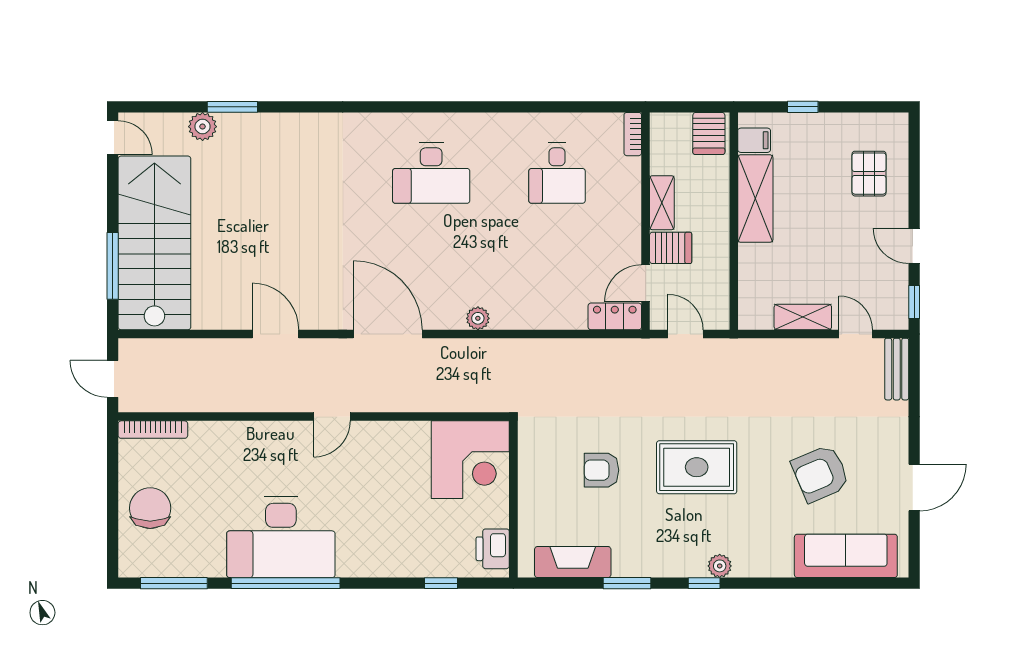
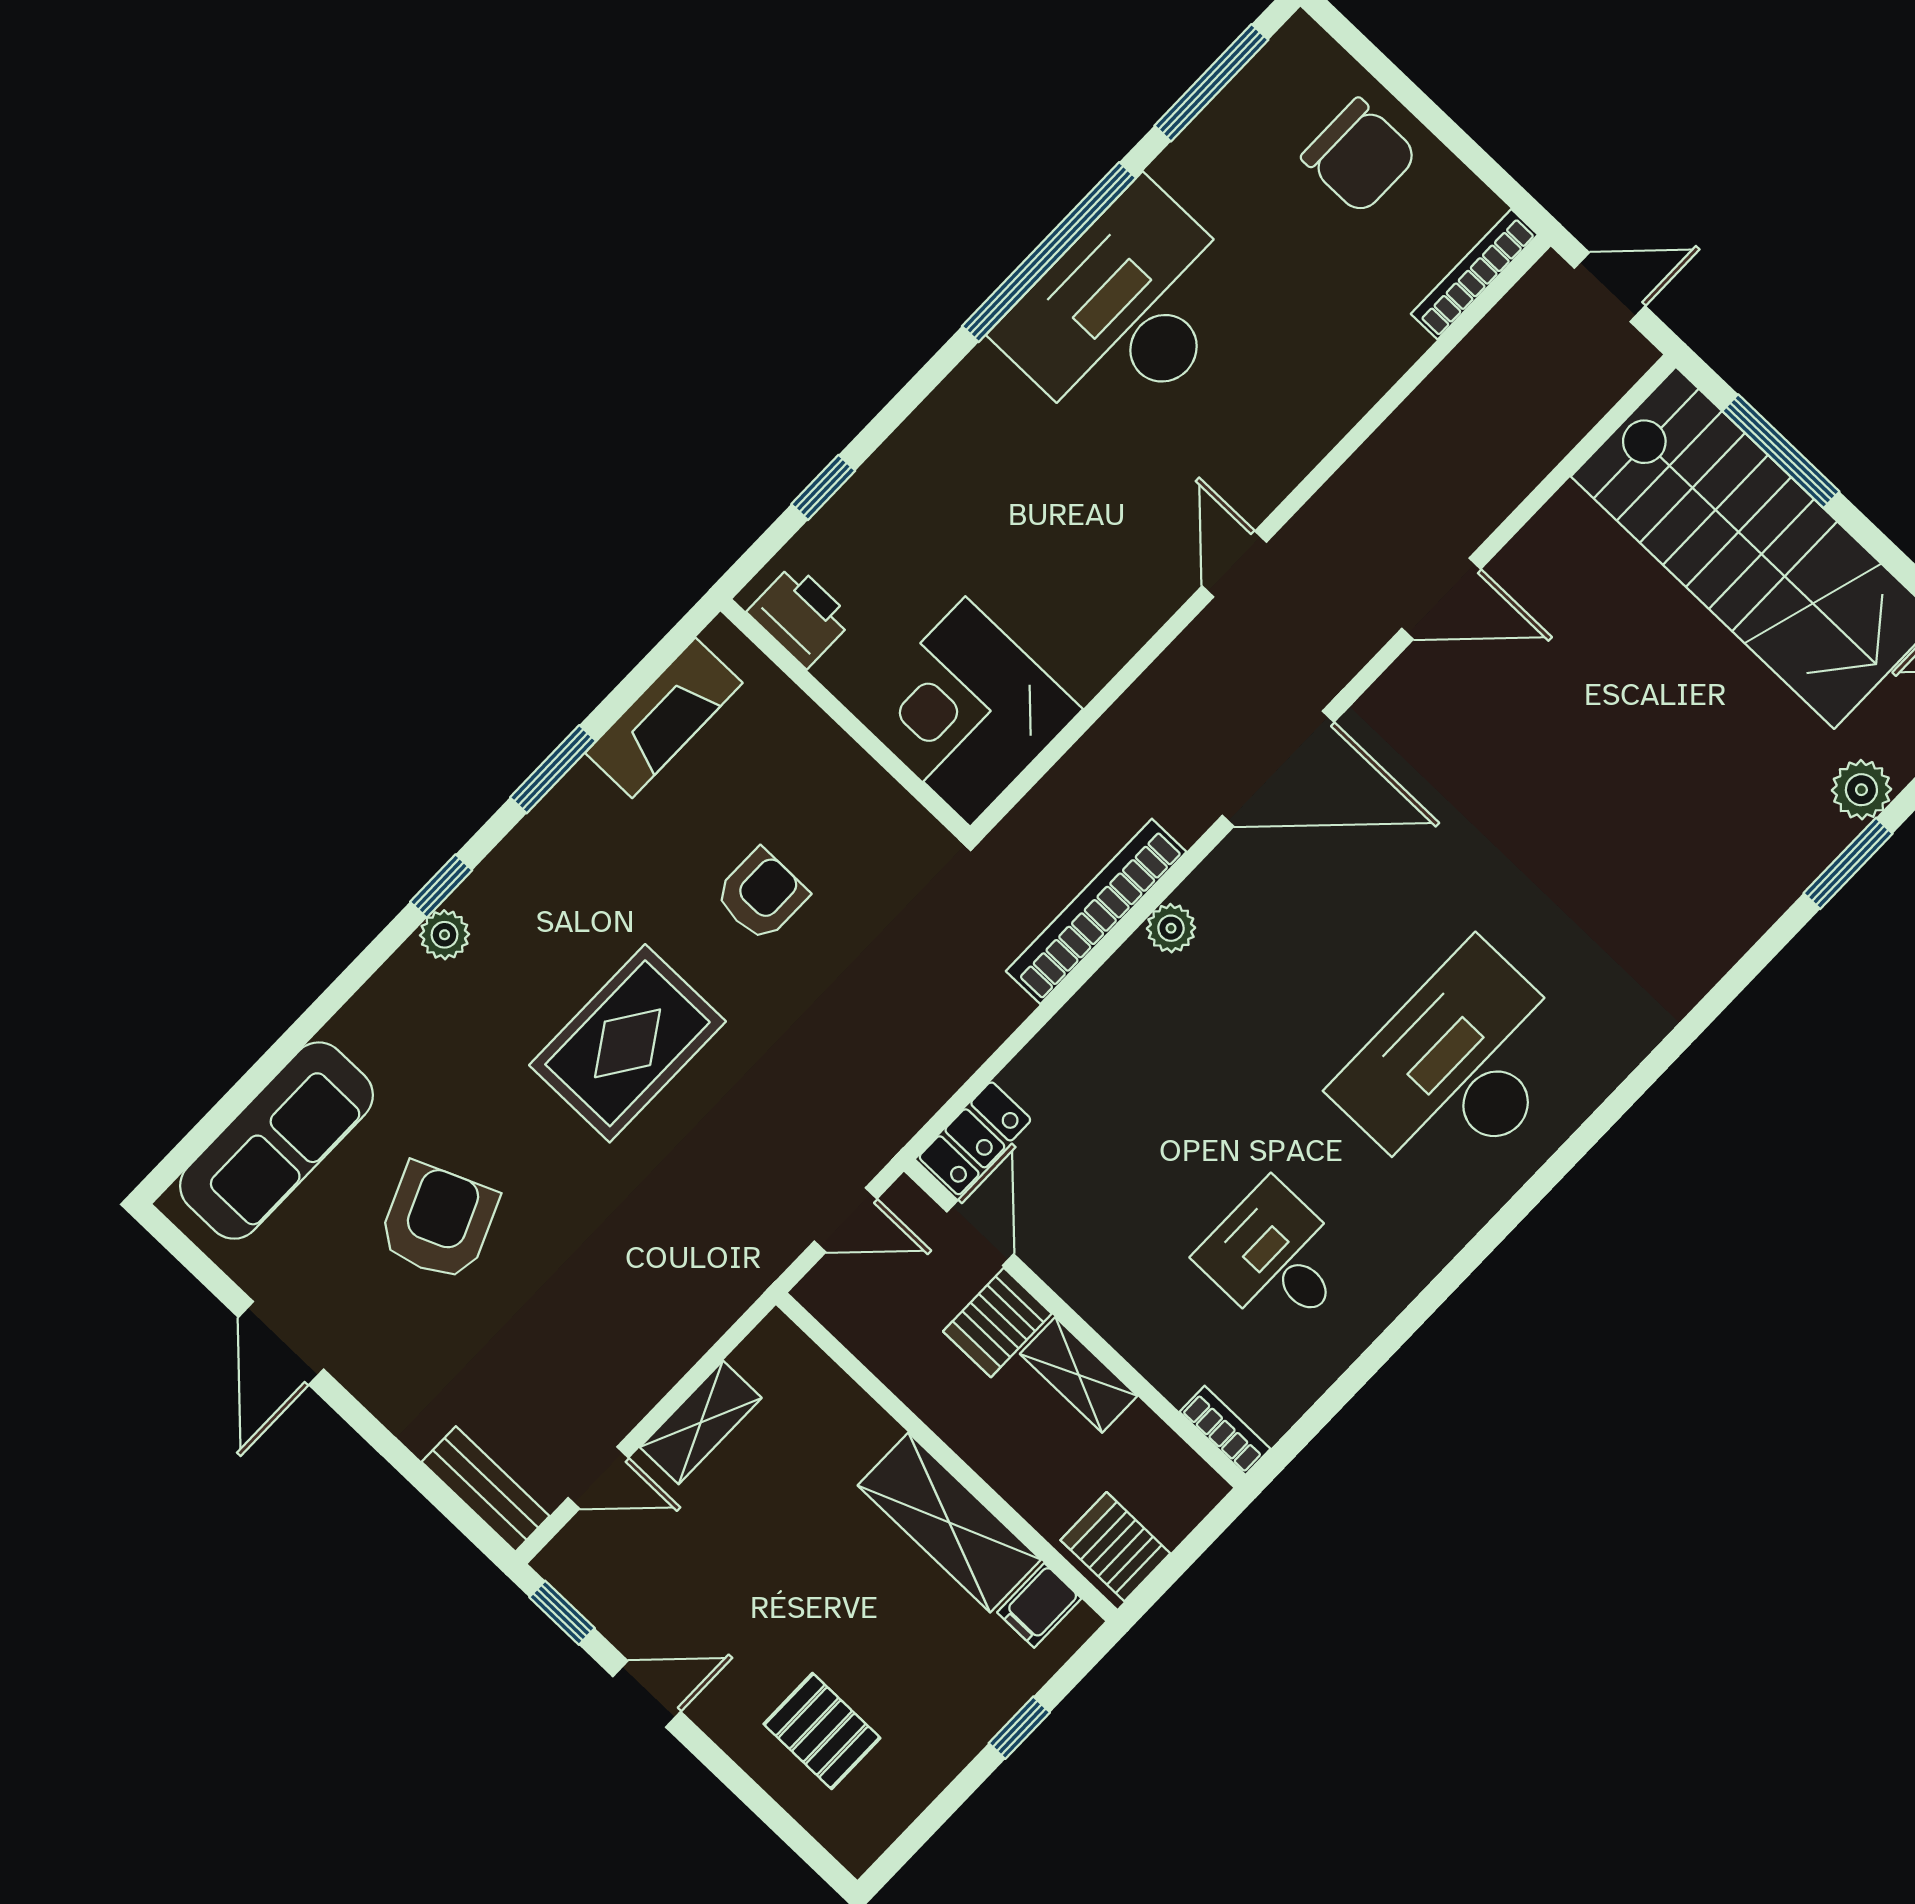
desk: (431, 173) -> (1459, 1068), width x1.36, depth x1.30
bookcase: (497, 350) -> (1096, 911), added

